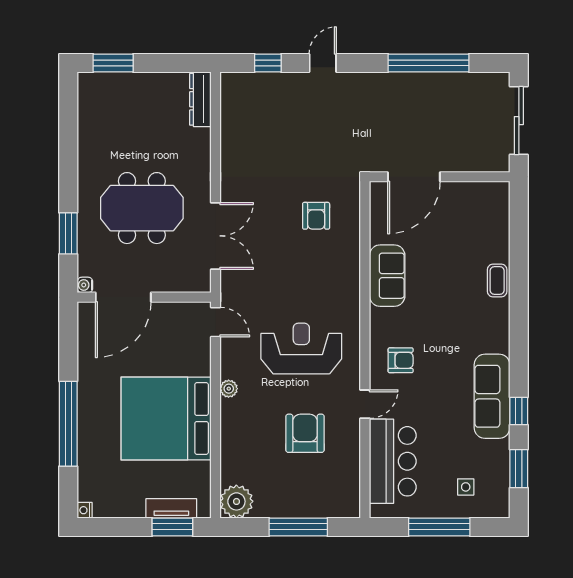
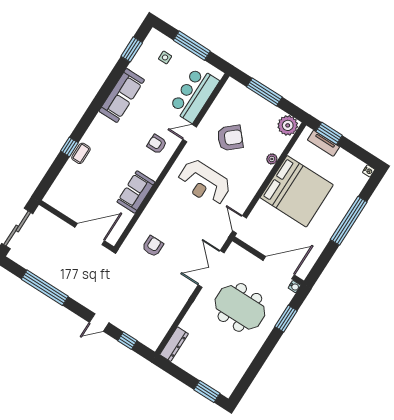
plant: (229, 389) -> (272, 159), moved
window: (519, 411) -> (69, 147), moved
armchair: (305, 433) -> (230, 138), turned -131

